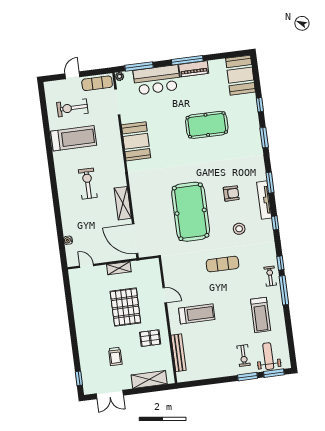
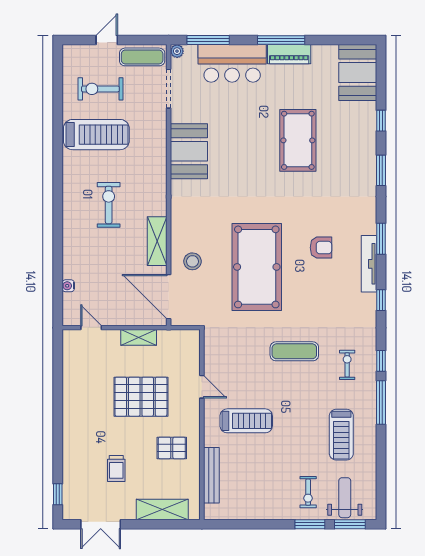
pool table: (207, 125) -> (298, 140), turned 90
stool: (239, 229) -> (192, 261), moved
exercise bike: (270, 276) -> (347, 365), moved
pallet: (125, 307) -> (141, 397), turned 90

